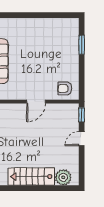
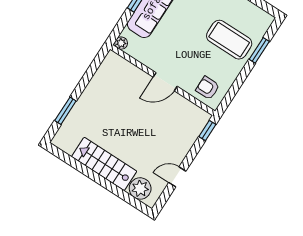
coffee table: (59, 50) -> (229, 40), added
door: (82, 139) -> (177, 177), moved

